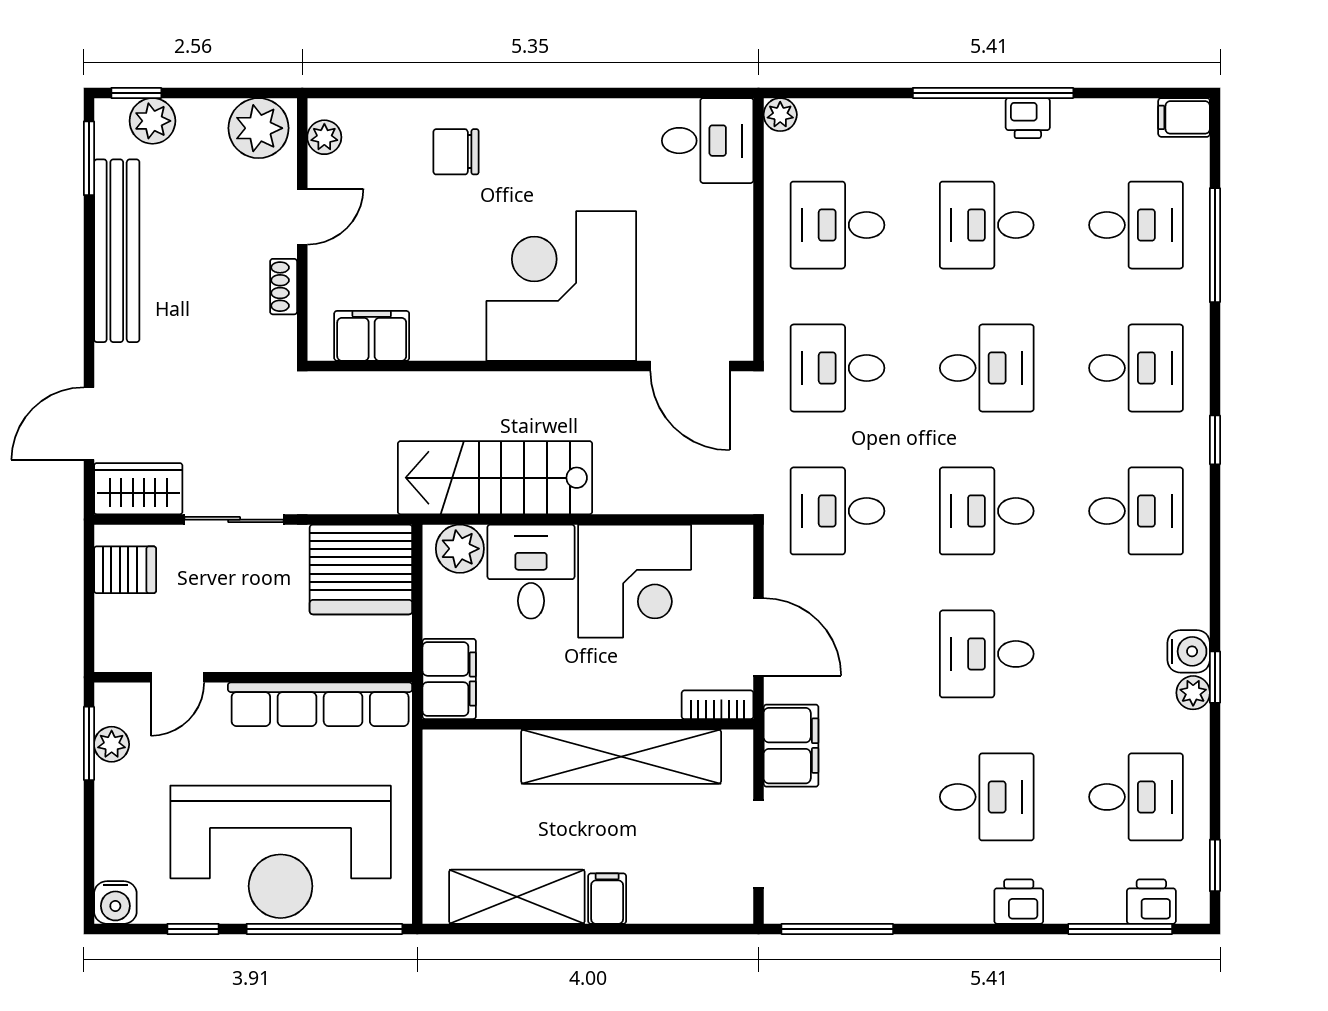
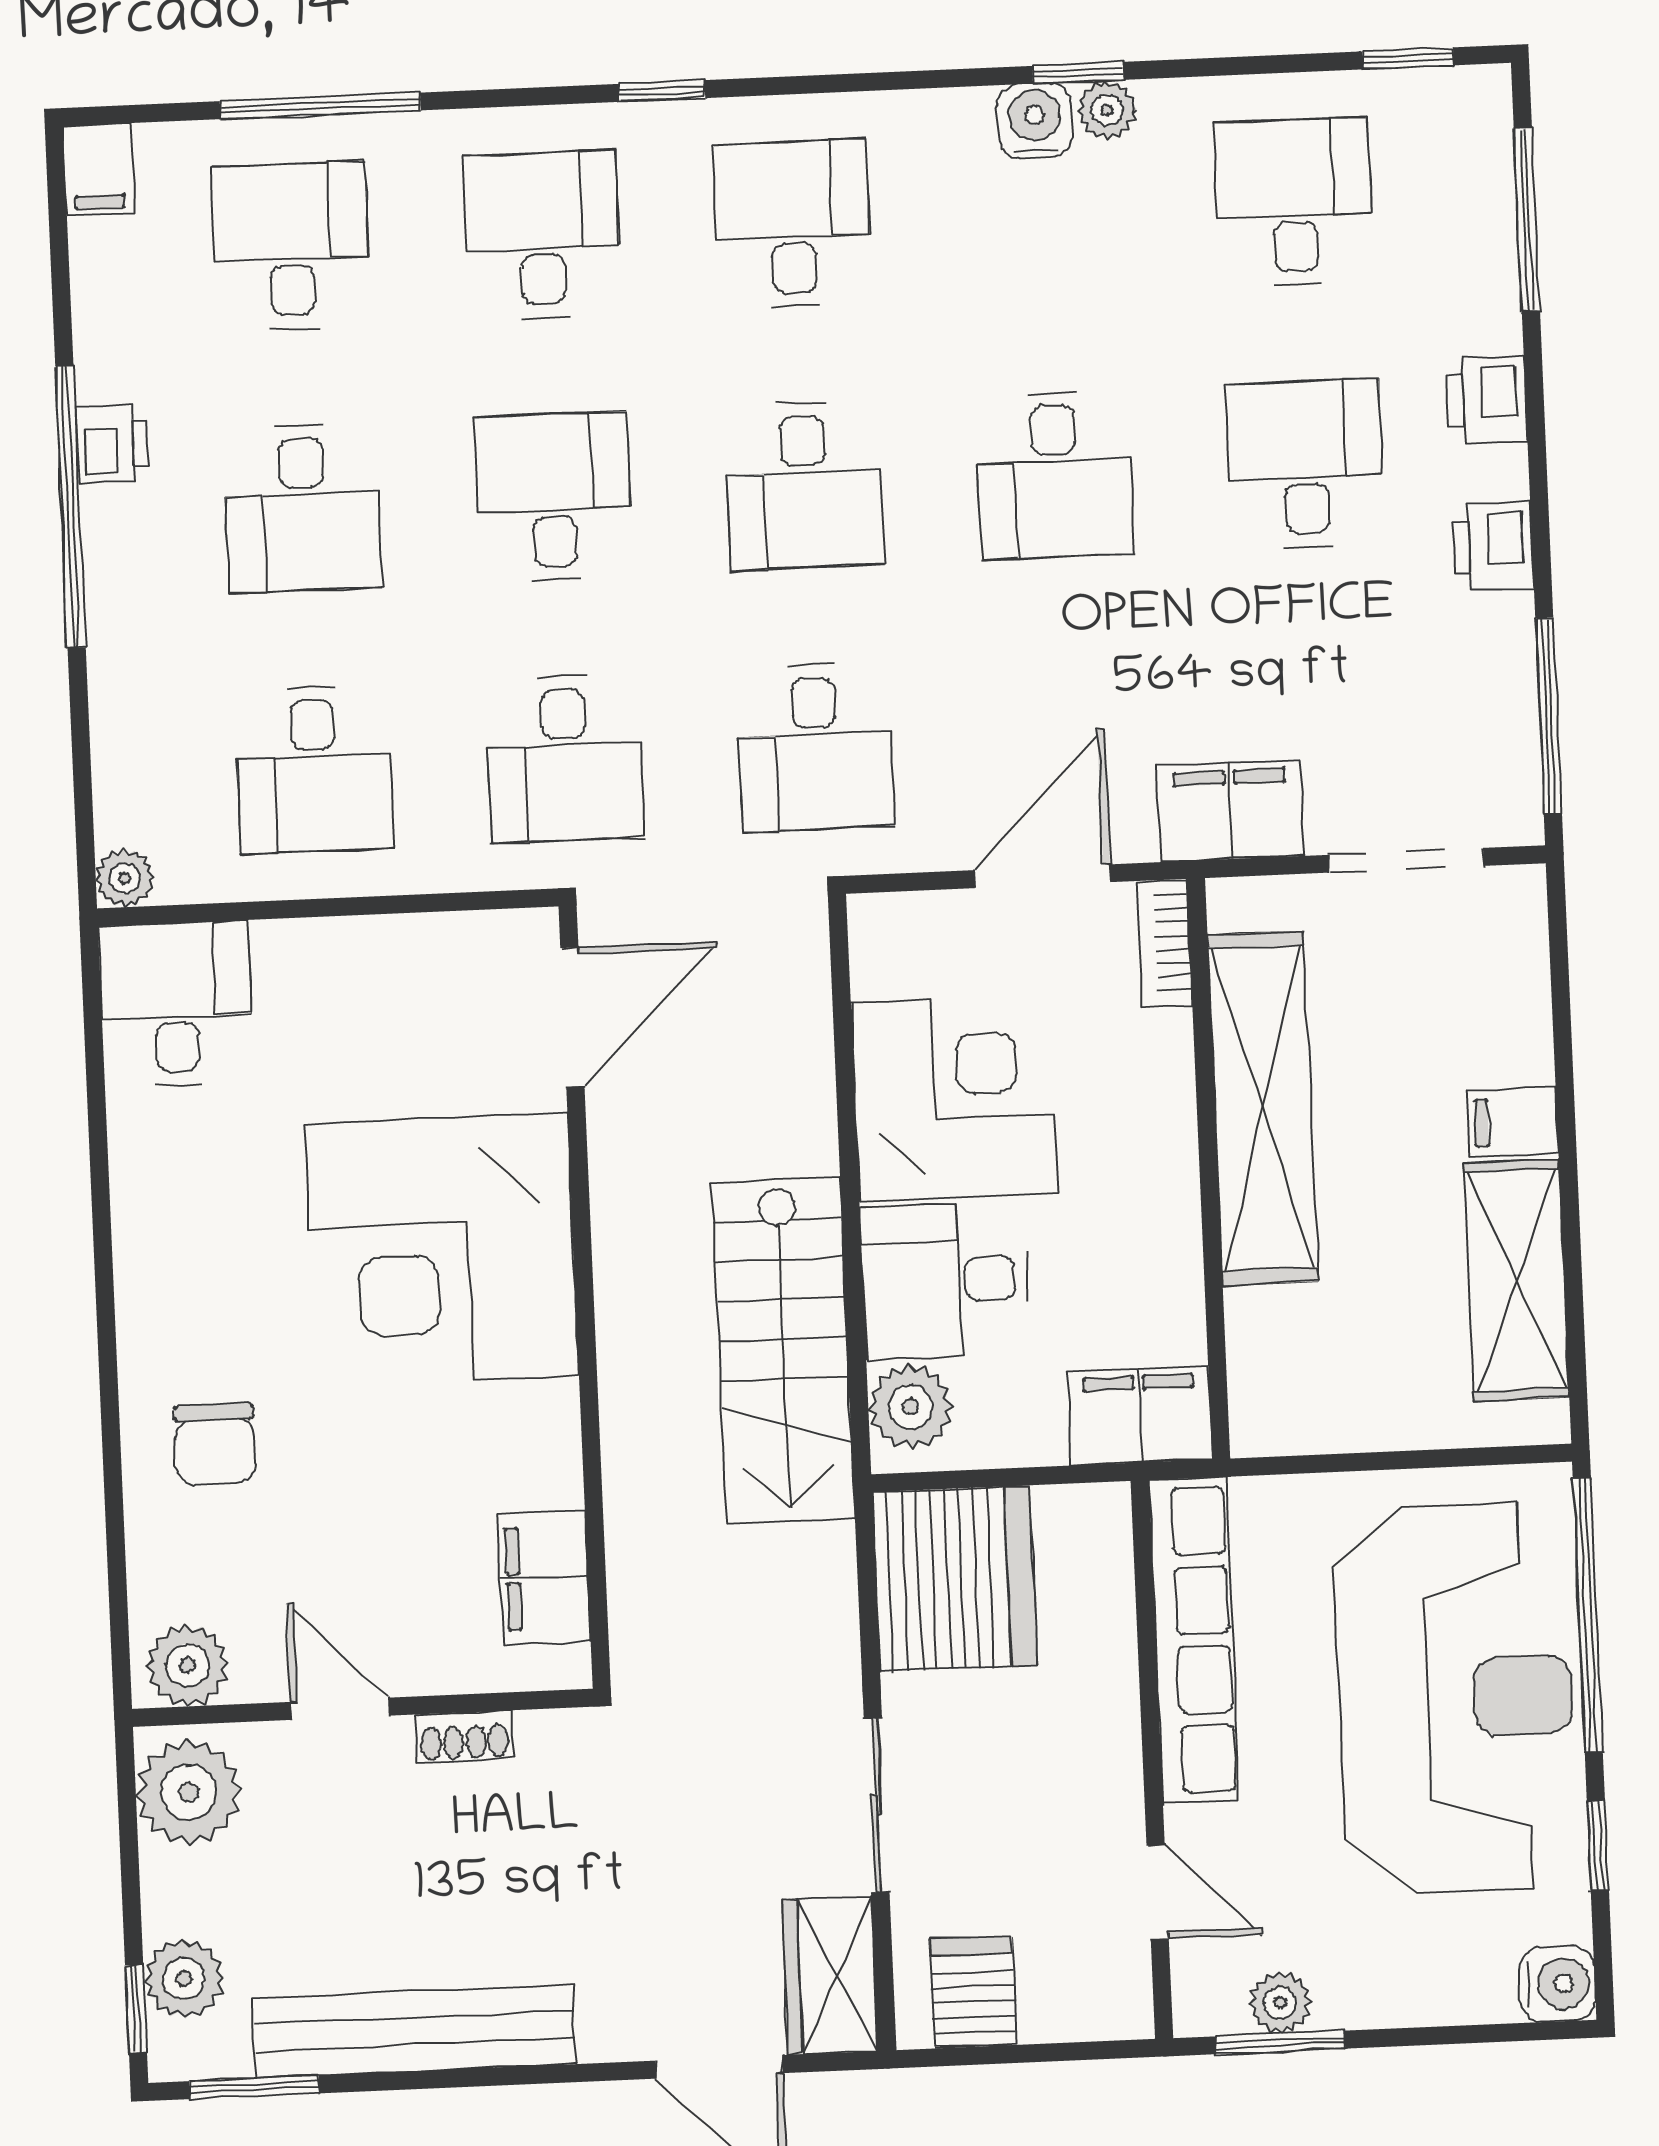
plant: (324, 137) -> (188, 1665), width x1.38, depth x1.38
printer: (1151, 902) -> (1493, 546), moved

